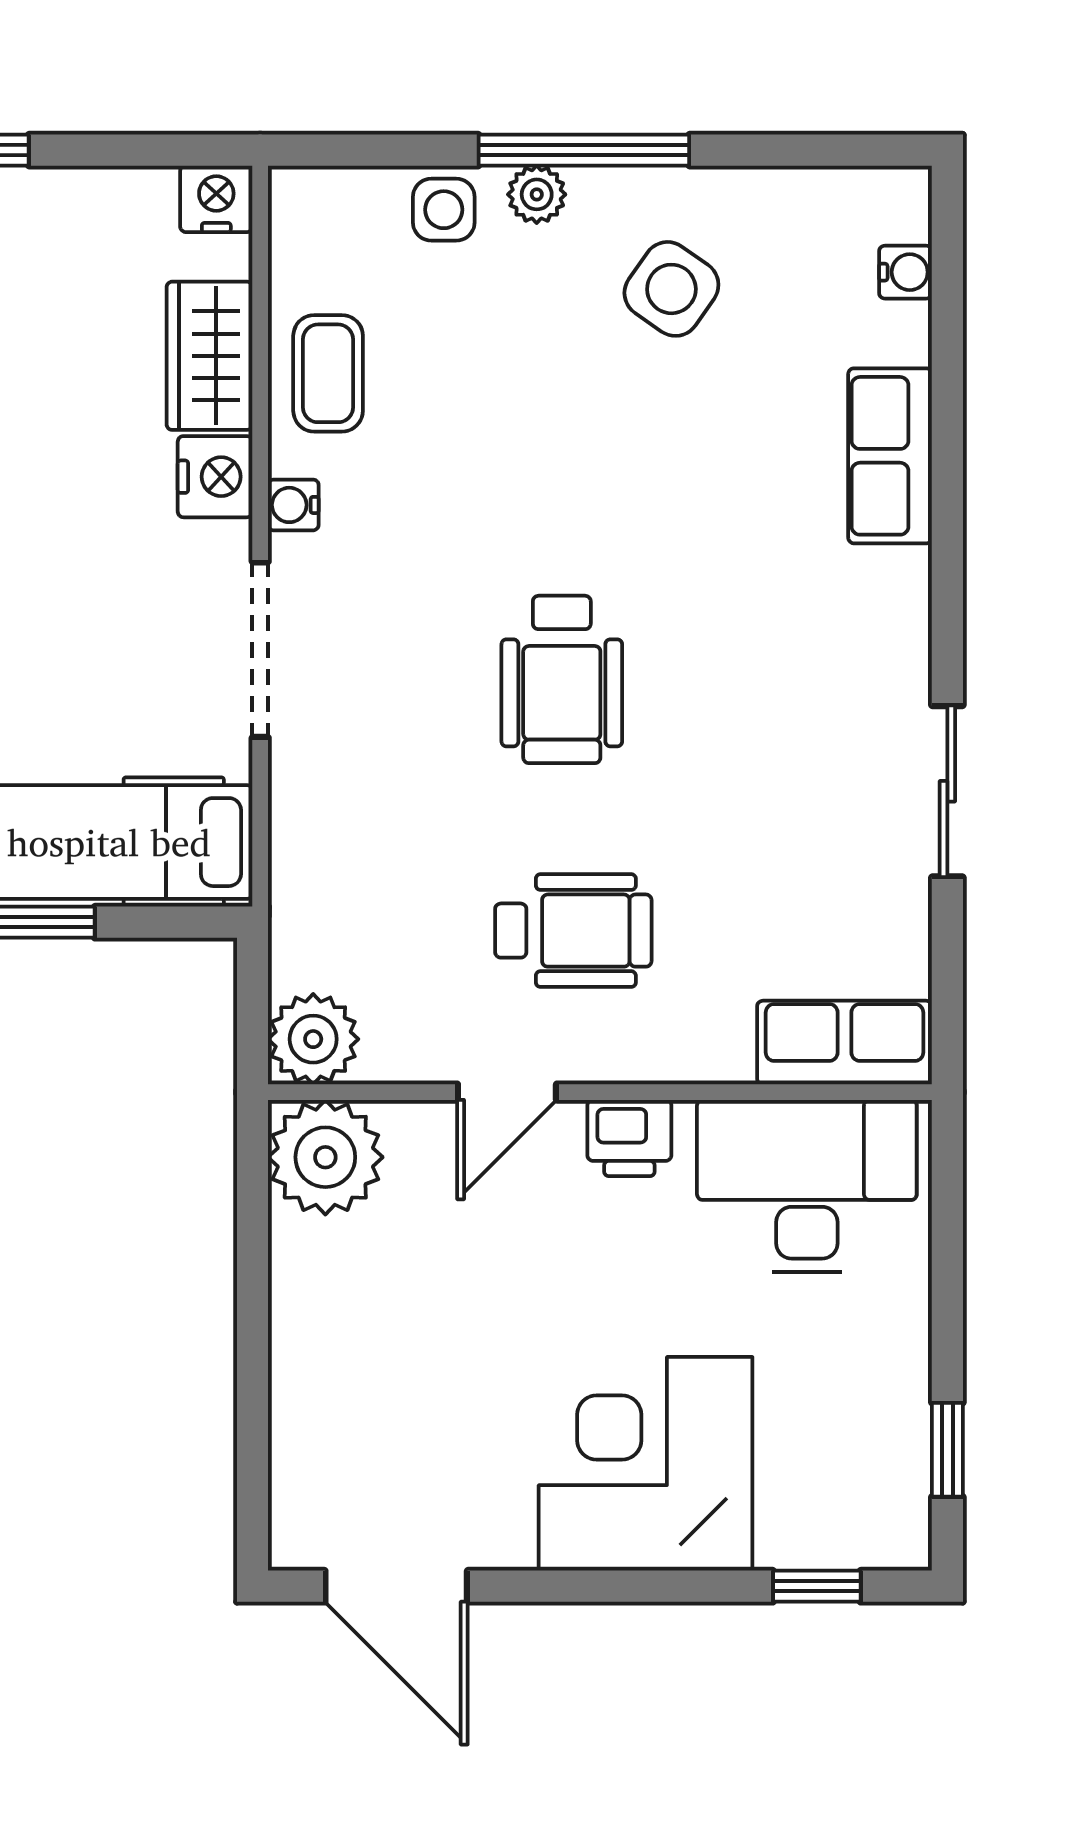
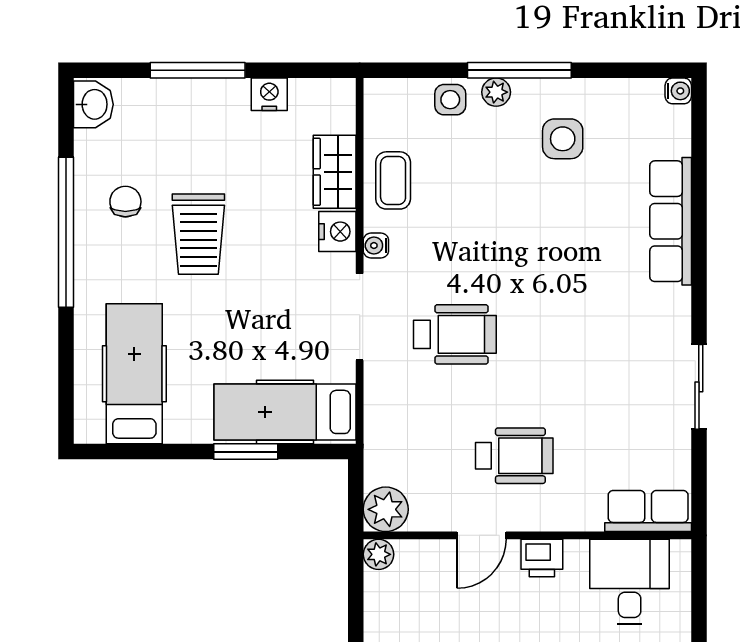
nightstand: (216, 199) -> (269, 94), moved
water cooler: (905, 272) -> (678, 91), moved
side table: (671, 289) -> (563, 139), turned -35
row of seats: (890, 456) -> (671, 221), width x1.48
wheelchair: (562, 679) -> (455, 334), moved, turned -90
plant: (325, 1157) -> (379, 554), width x0.53, depth x0.53
desk: (807, 1186) -> (630, 582), width x0.73

